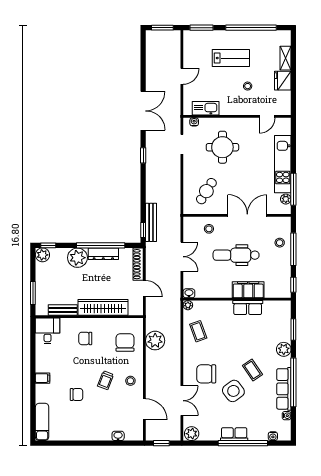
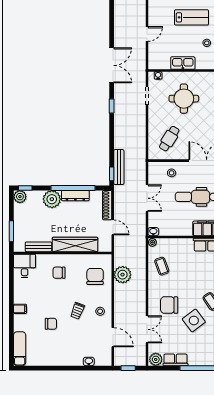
kitchen sink: (206, 108) -> (183, 63), moved
row of seats: (234, 434) -> (175, 360), moved

